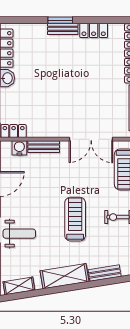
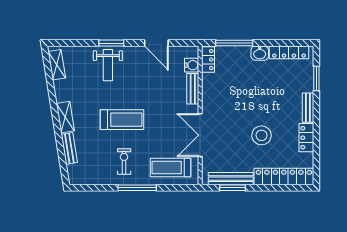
window: (60, 20) -> (316, 79), moved
stool: (91, 76) -> (262, 135), added
shelving: (65, 276) -> (65, 117), width x0.67, depth x0.75

